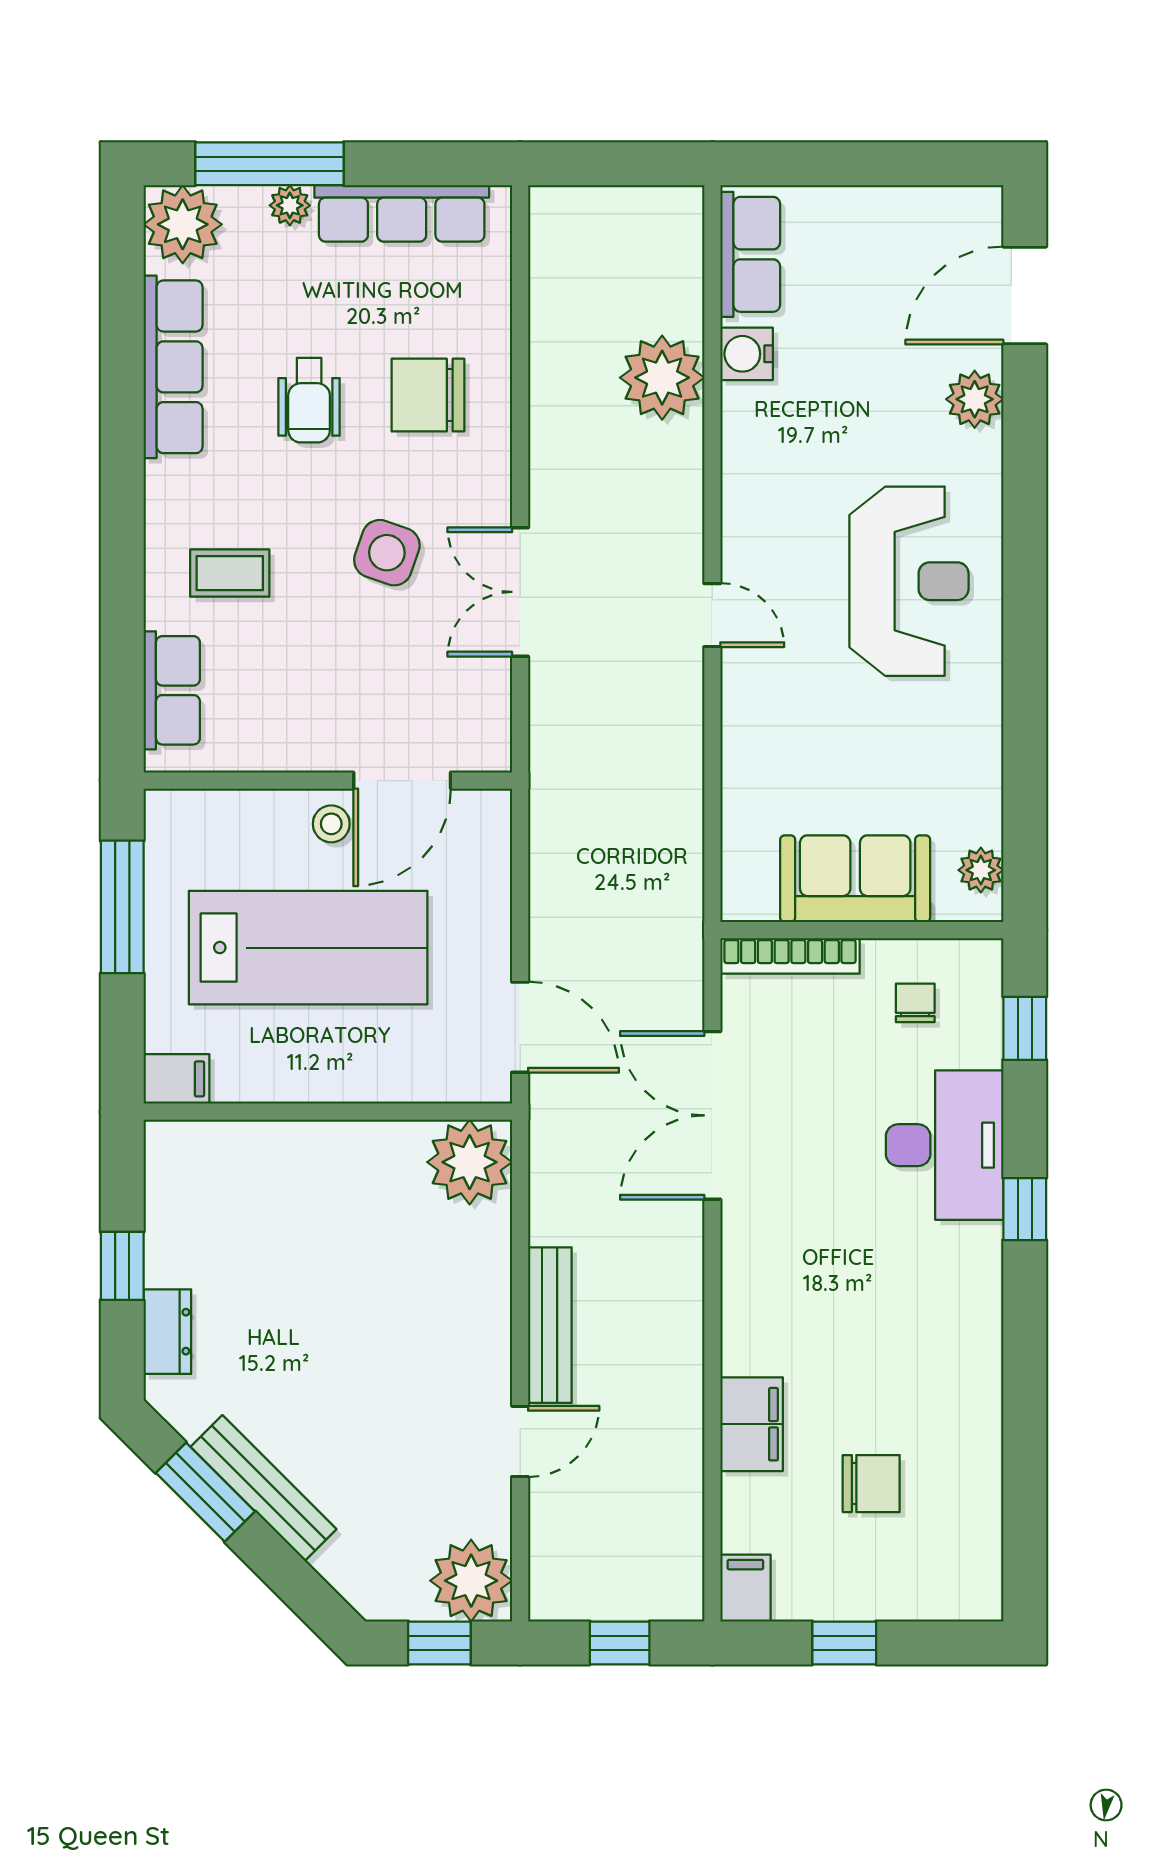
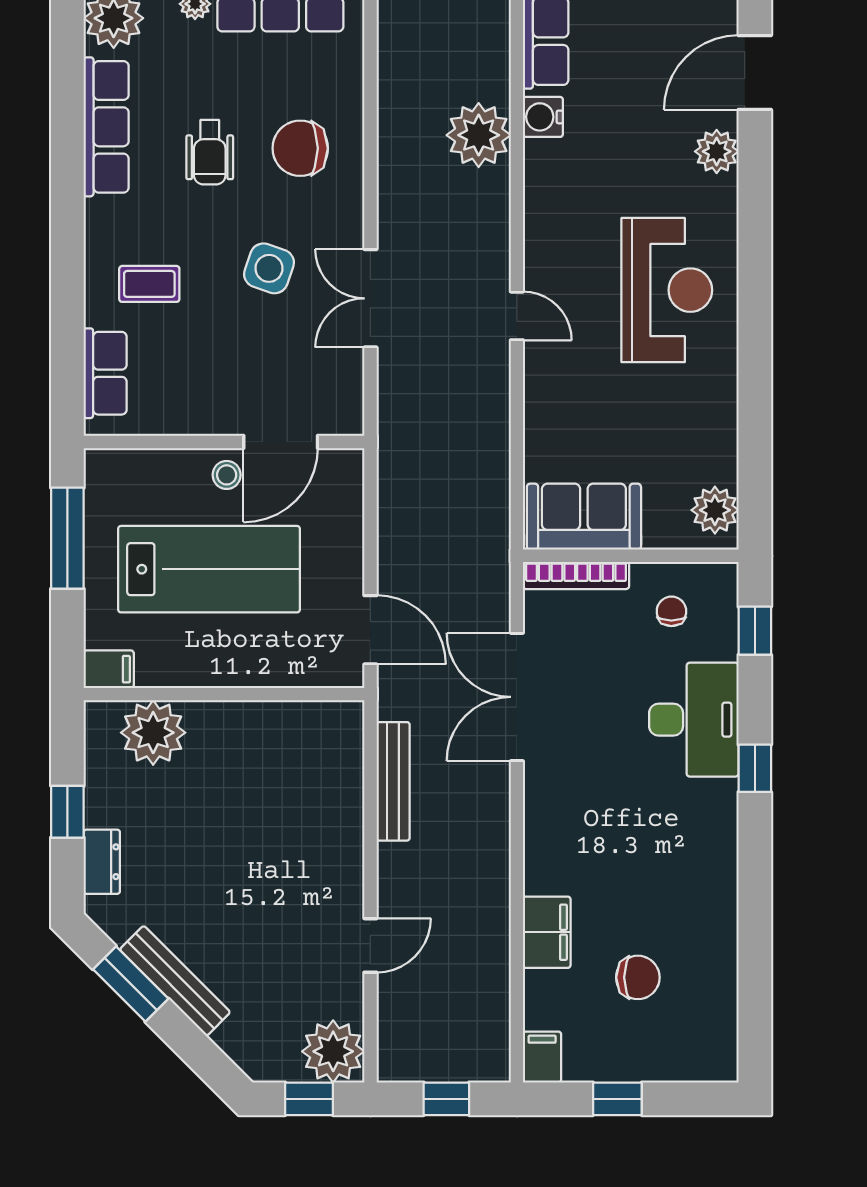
plant: (981, 870) -> (715, 510), width x1.38, depth x1.38
sofa: (855, 879) -> (584, 517), moved
plant: (470, 1162) -> (153, 733), moved
bench: (550, 1325) -> (393, 781), moved

